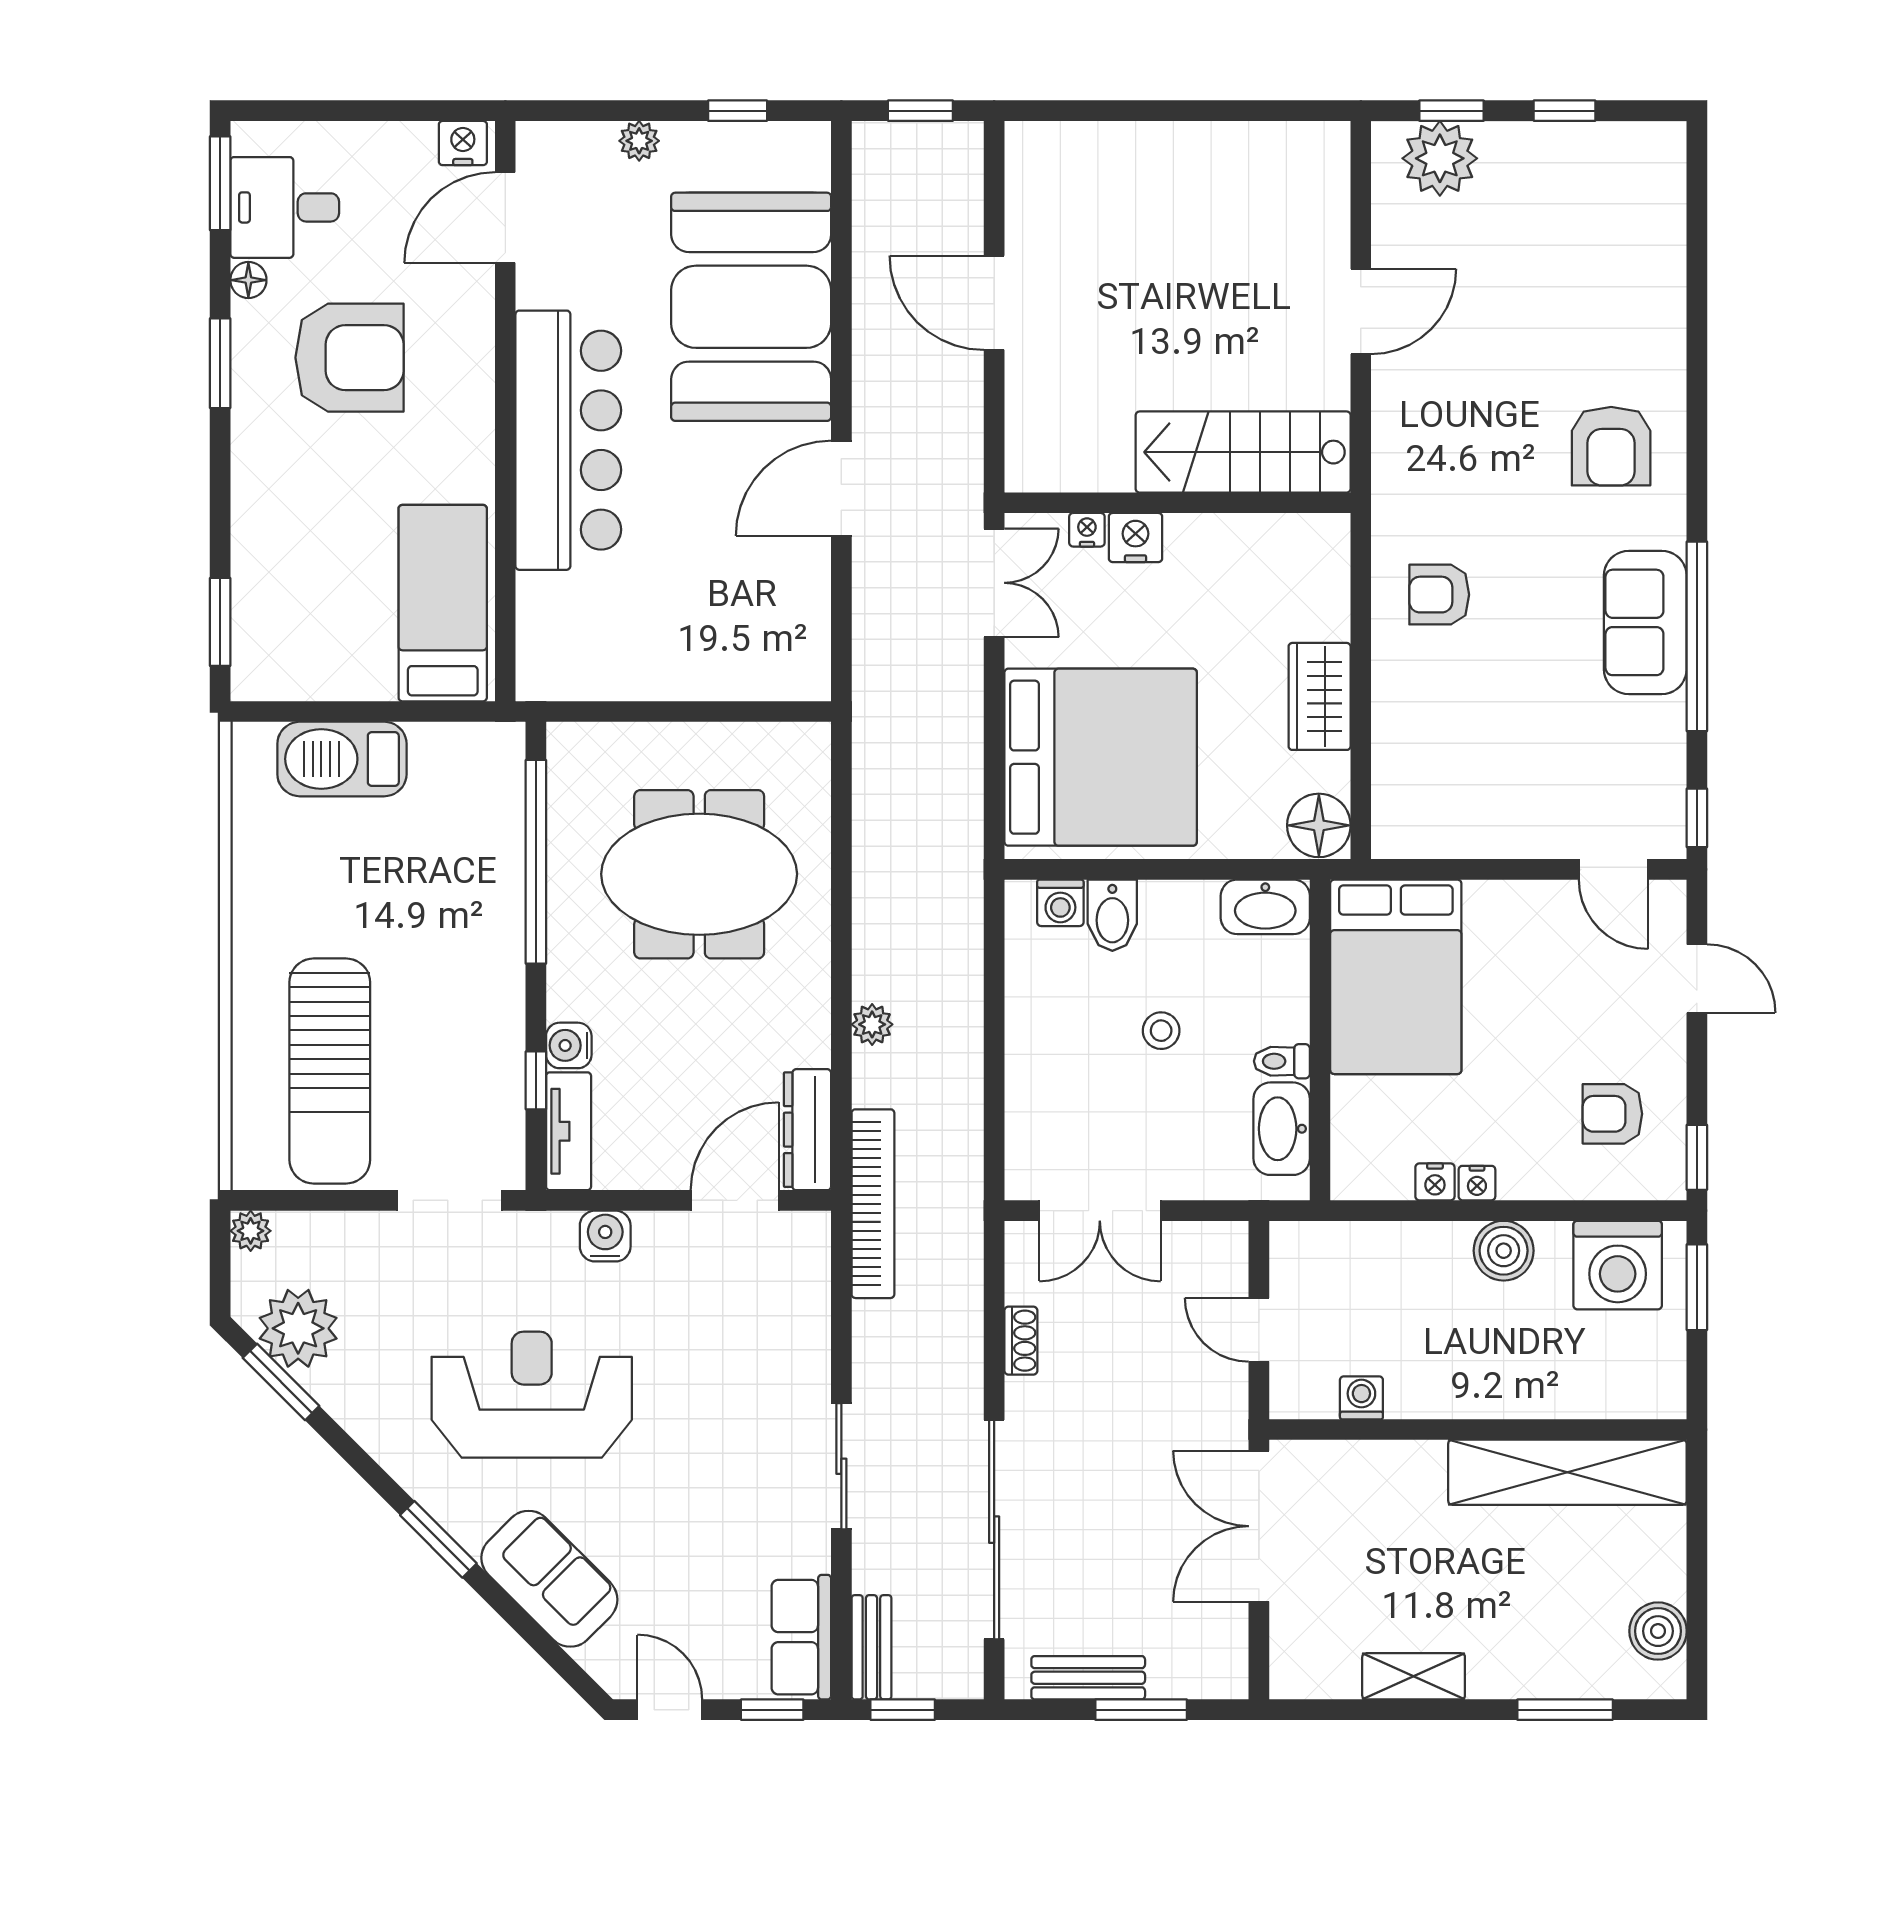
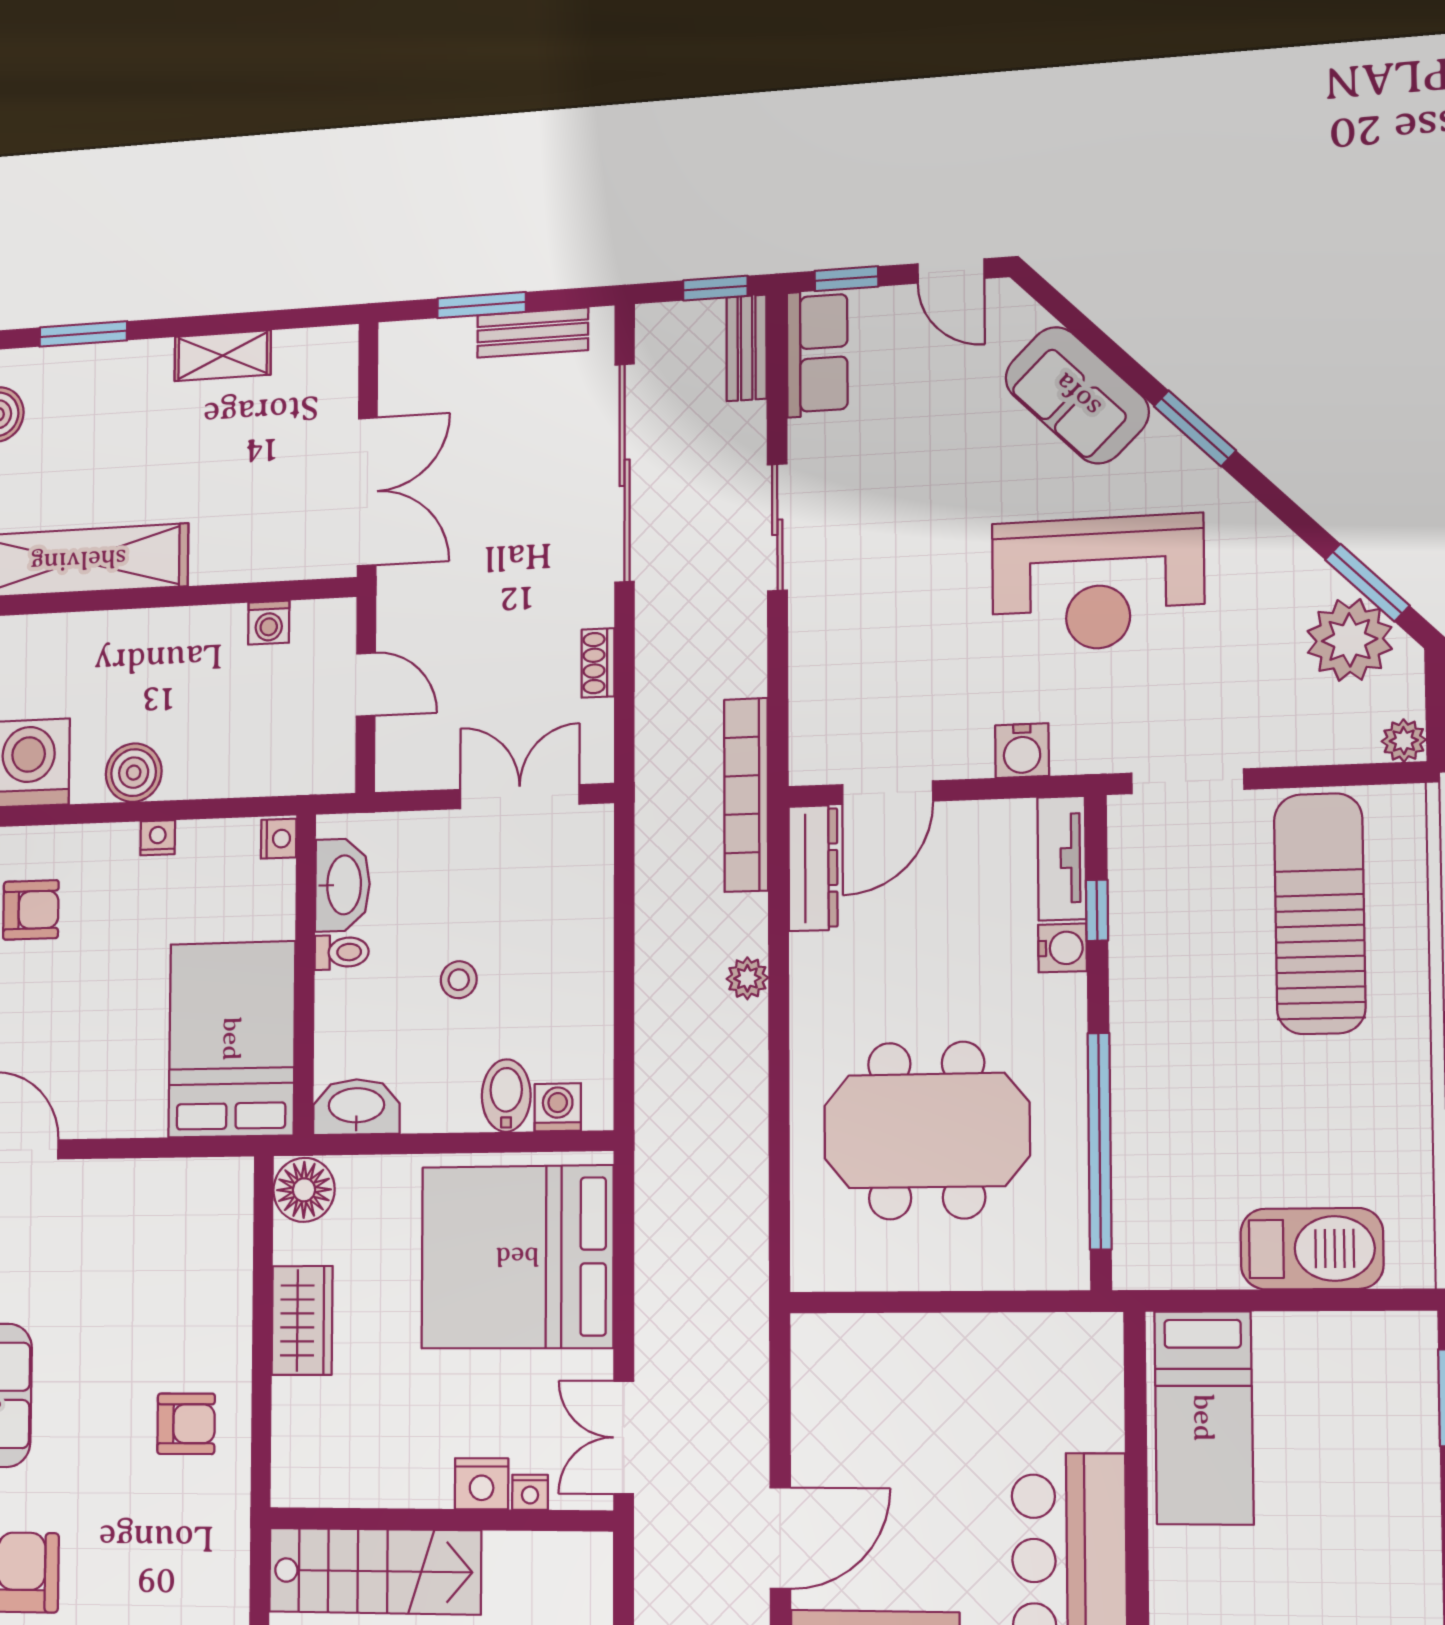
nightstand: (1435, 1182) -> (279, 839), moved, turned 90

